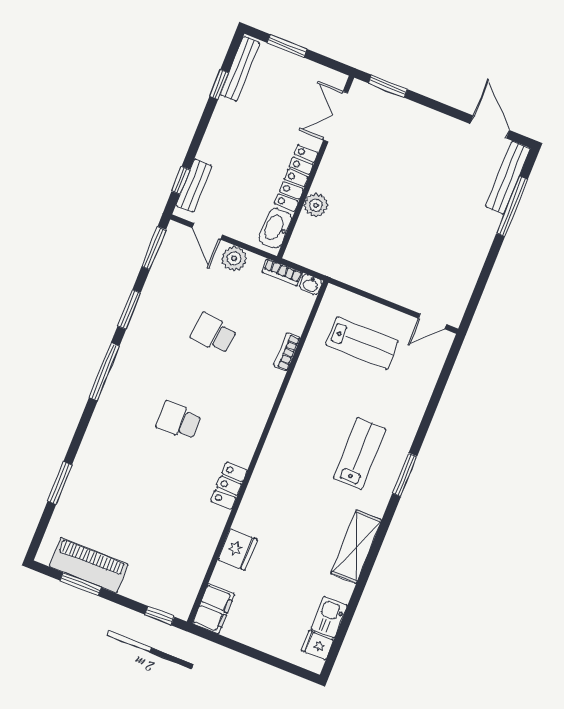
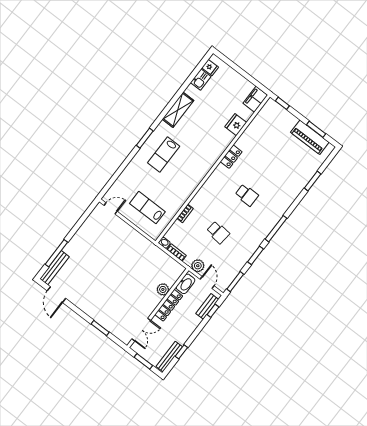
double door: (336, 117) -> (141, 330), moved
wall: (315, 167) -> (158, 308), moved
locker: (296, 178) -> (169, 305), moved
plant: (316, 205) -> (163, 289), moved
washbasin: (275, 228) -> (186, 284), moved

